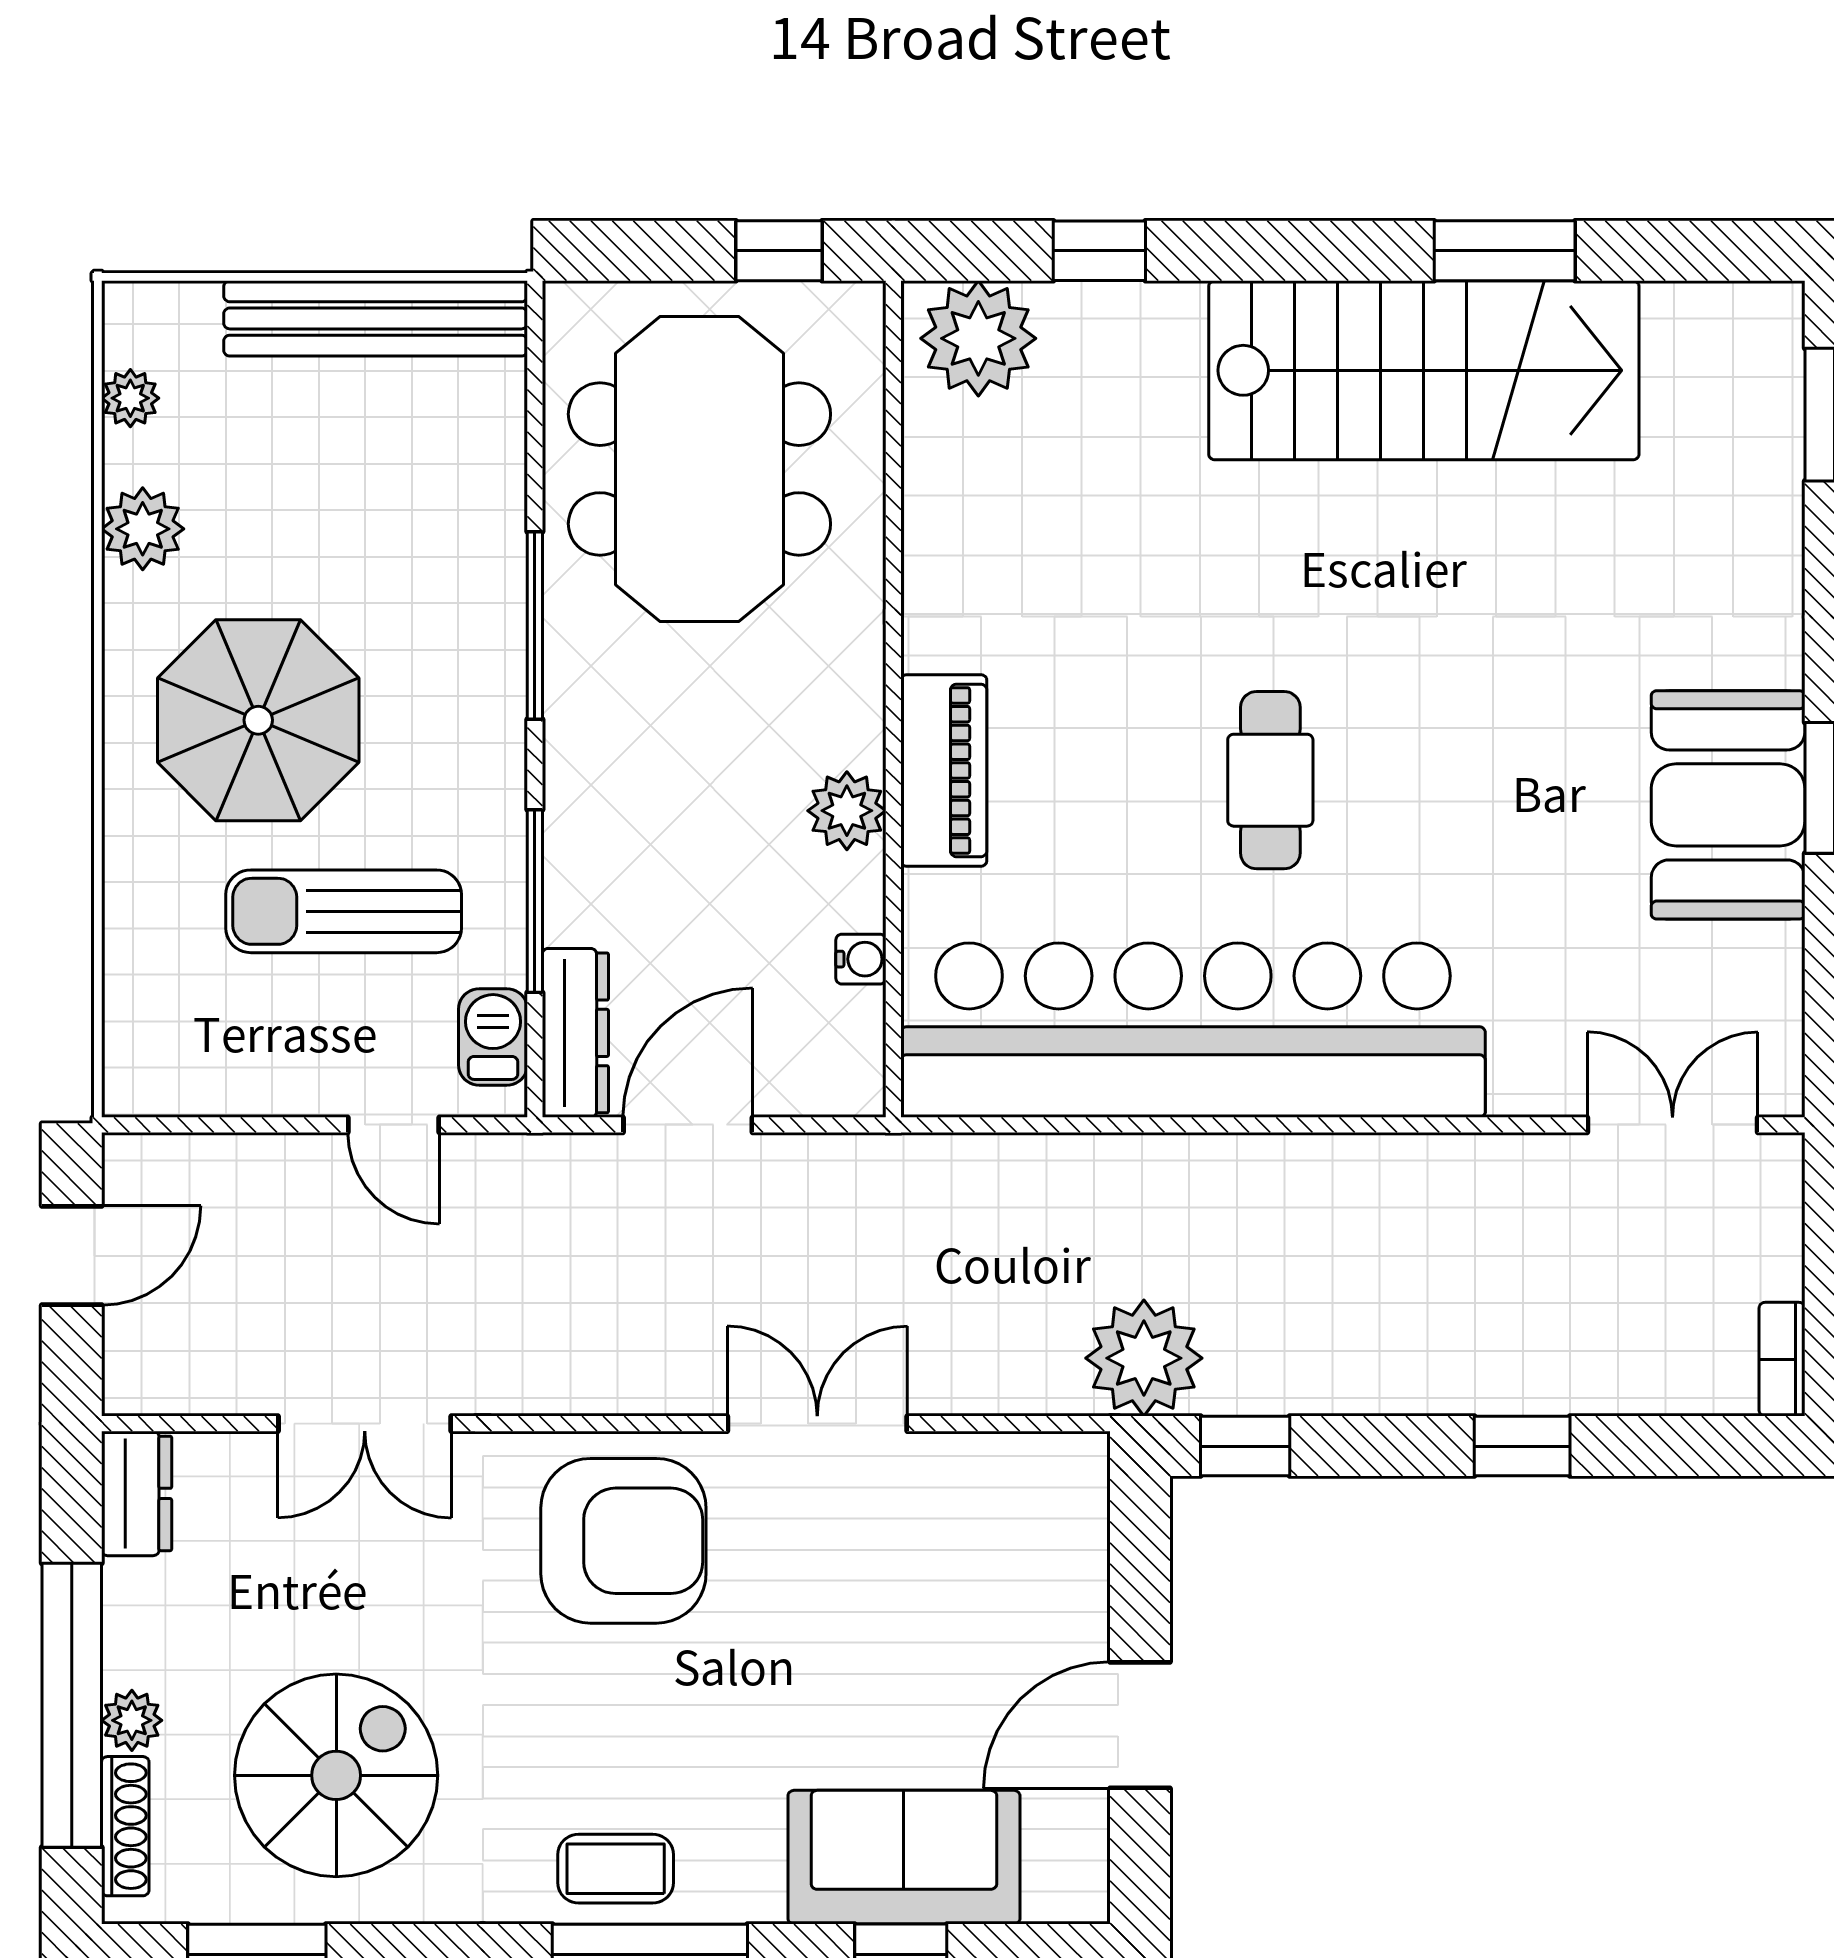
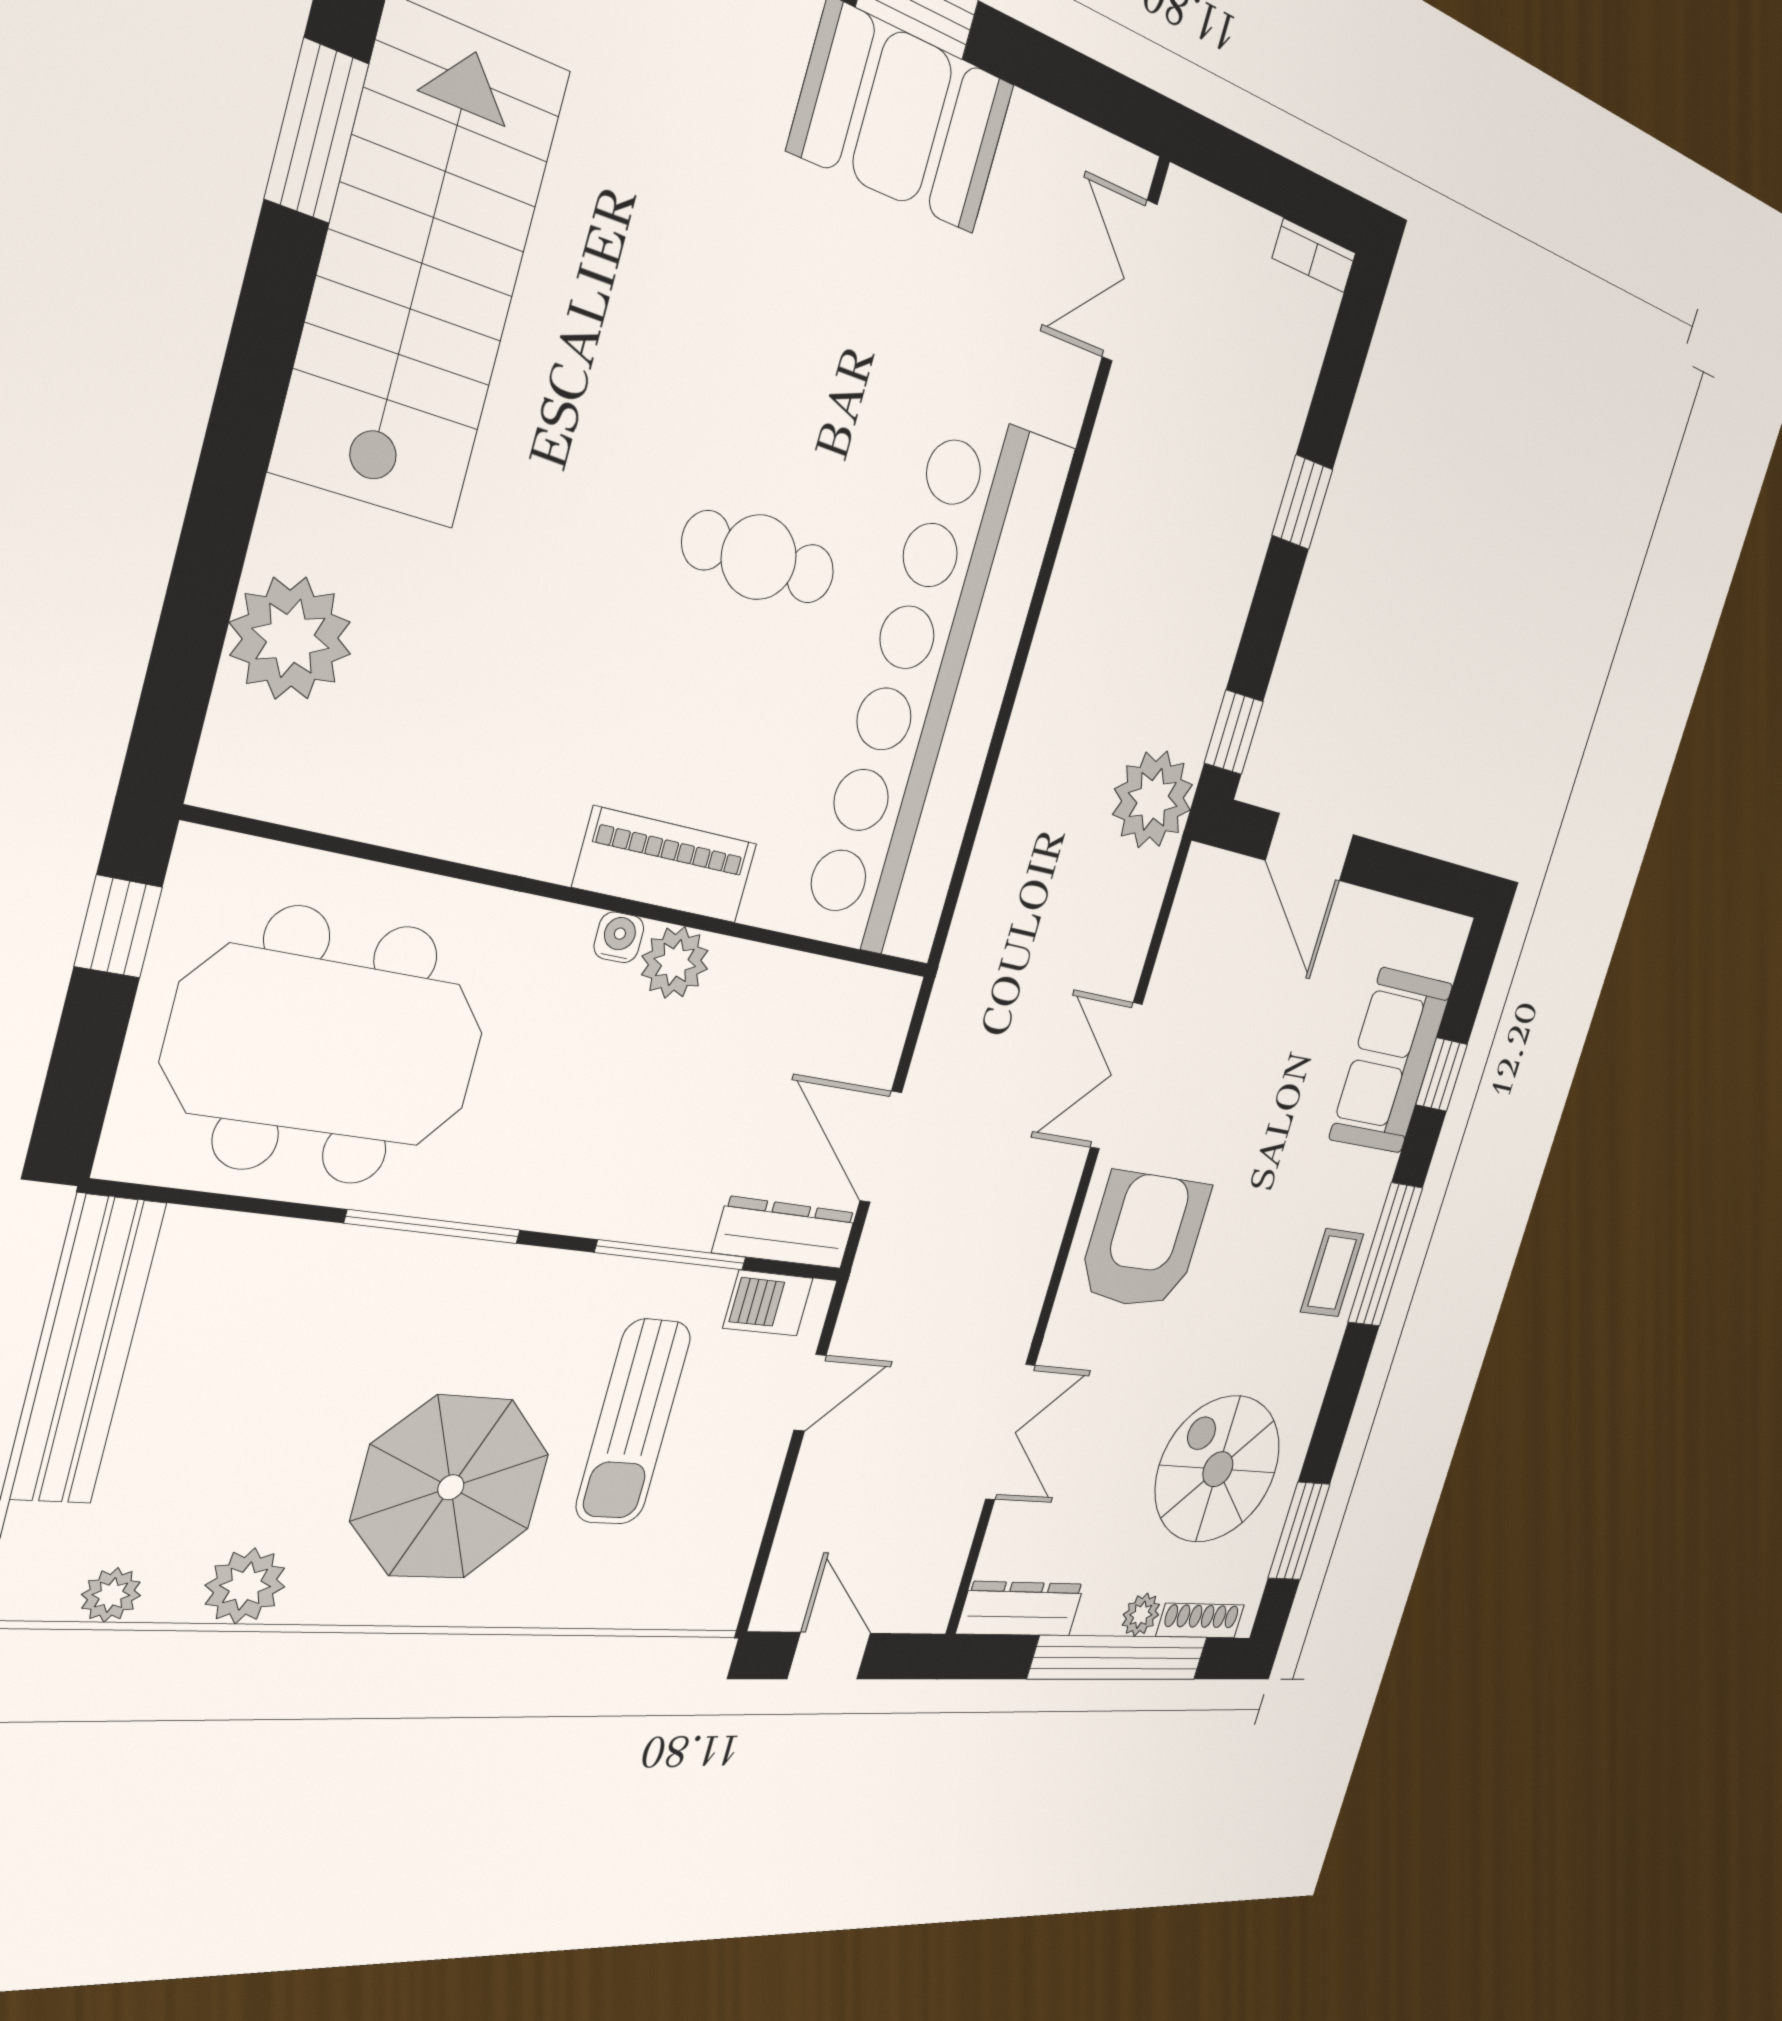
window: (1099, 251) -> (204, 582), removed
plant: (978, 338) -> (291, 638), moved
water cooler: (861, 959) -> (619, 937), moved
dresser: (137, 1493) -> (1021, 1609), width x1.44
door: (1140, 1725) -> (1310, 847), moved

